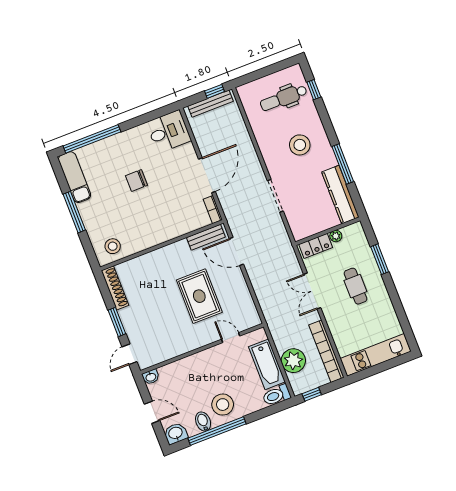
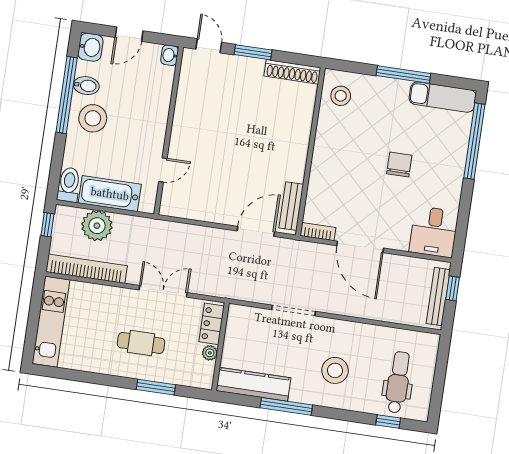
window: (215, 91) -> (453, 288), moved
rug: (199, 296) -> (229, 161), removed

